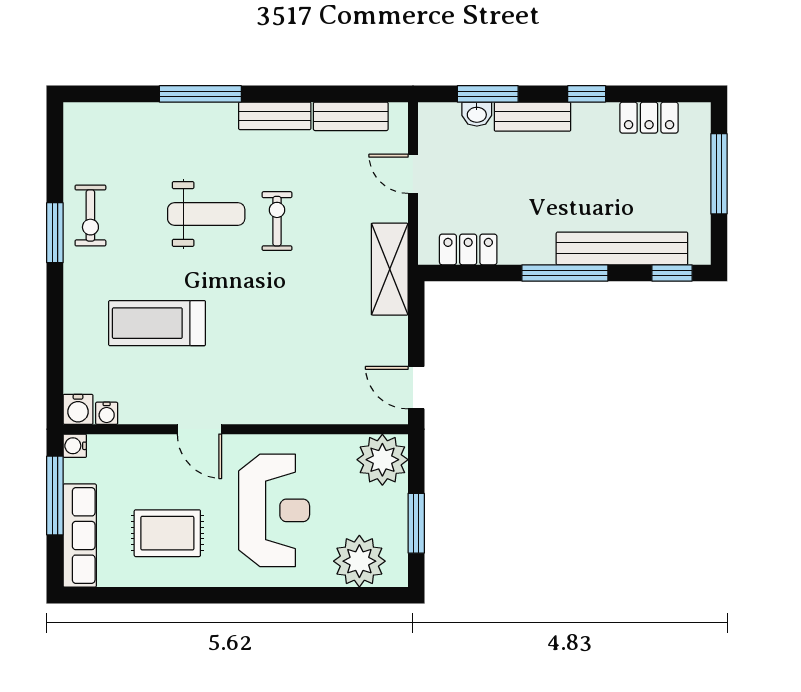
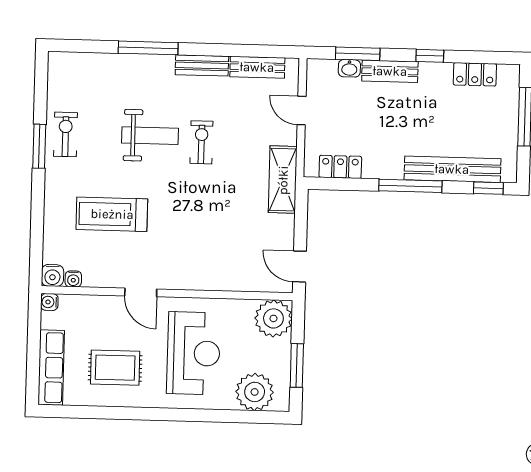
exercise bike: (90, 216) -> (65, 134), turned 180
window: (55, 496) -> (34, 338), removed

